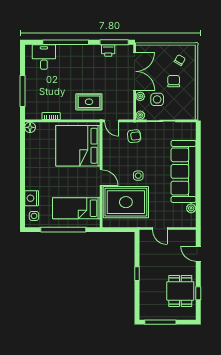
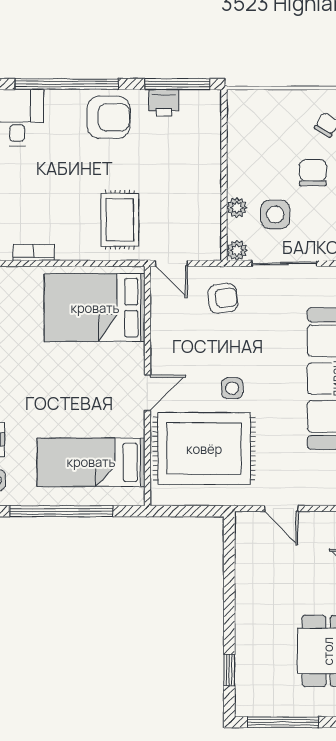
armchair: (84, 57) -> (109, 117), added
double door: (135, 71) -> (224, 150), removed
rug: (89, 102) -> (120, 220), turned 90
bed: (78, 146) -> (95, 308), width x0.73
door: (101, 178) -> (147, 393), hinge flipped
window: (137, 274) -> (229, 670), moved

